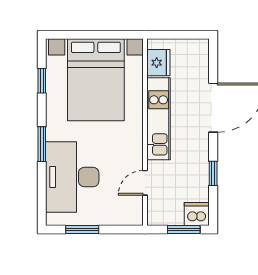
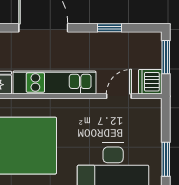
door: (145, 183) -> (119, 96), swing flipped
dishwasher: (197, 214) -> (150, 82), moved

